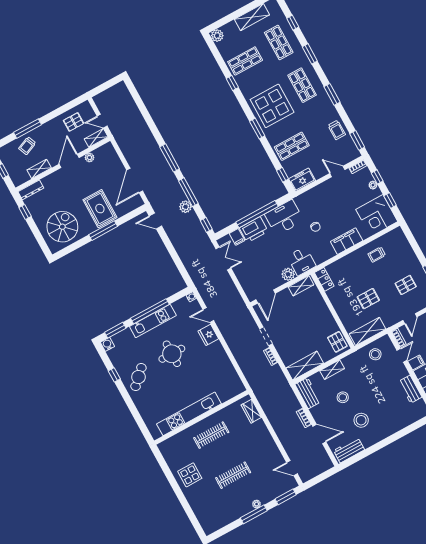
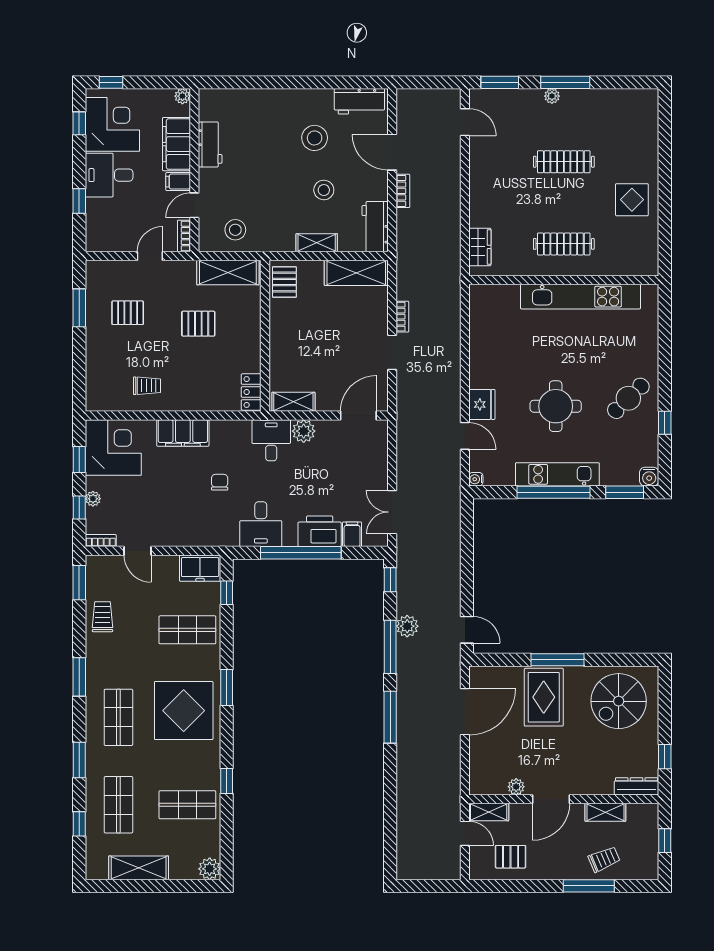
desk: (284, 217) -> (261, 524), width x0.73

